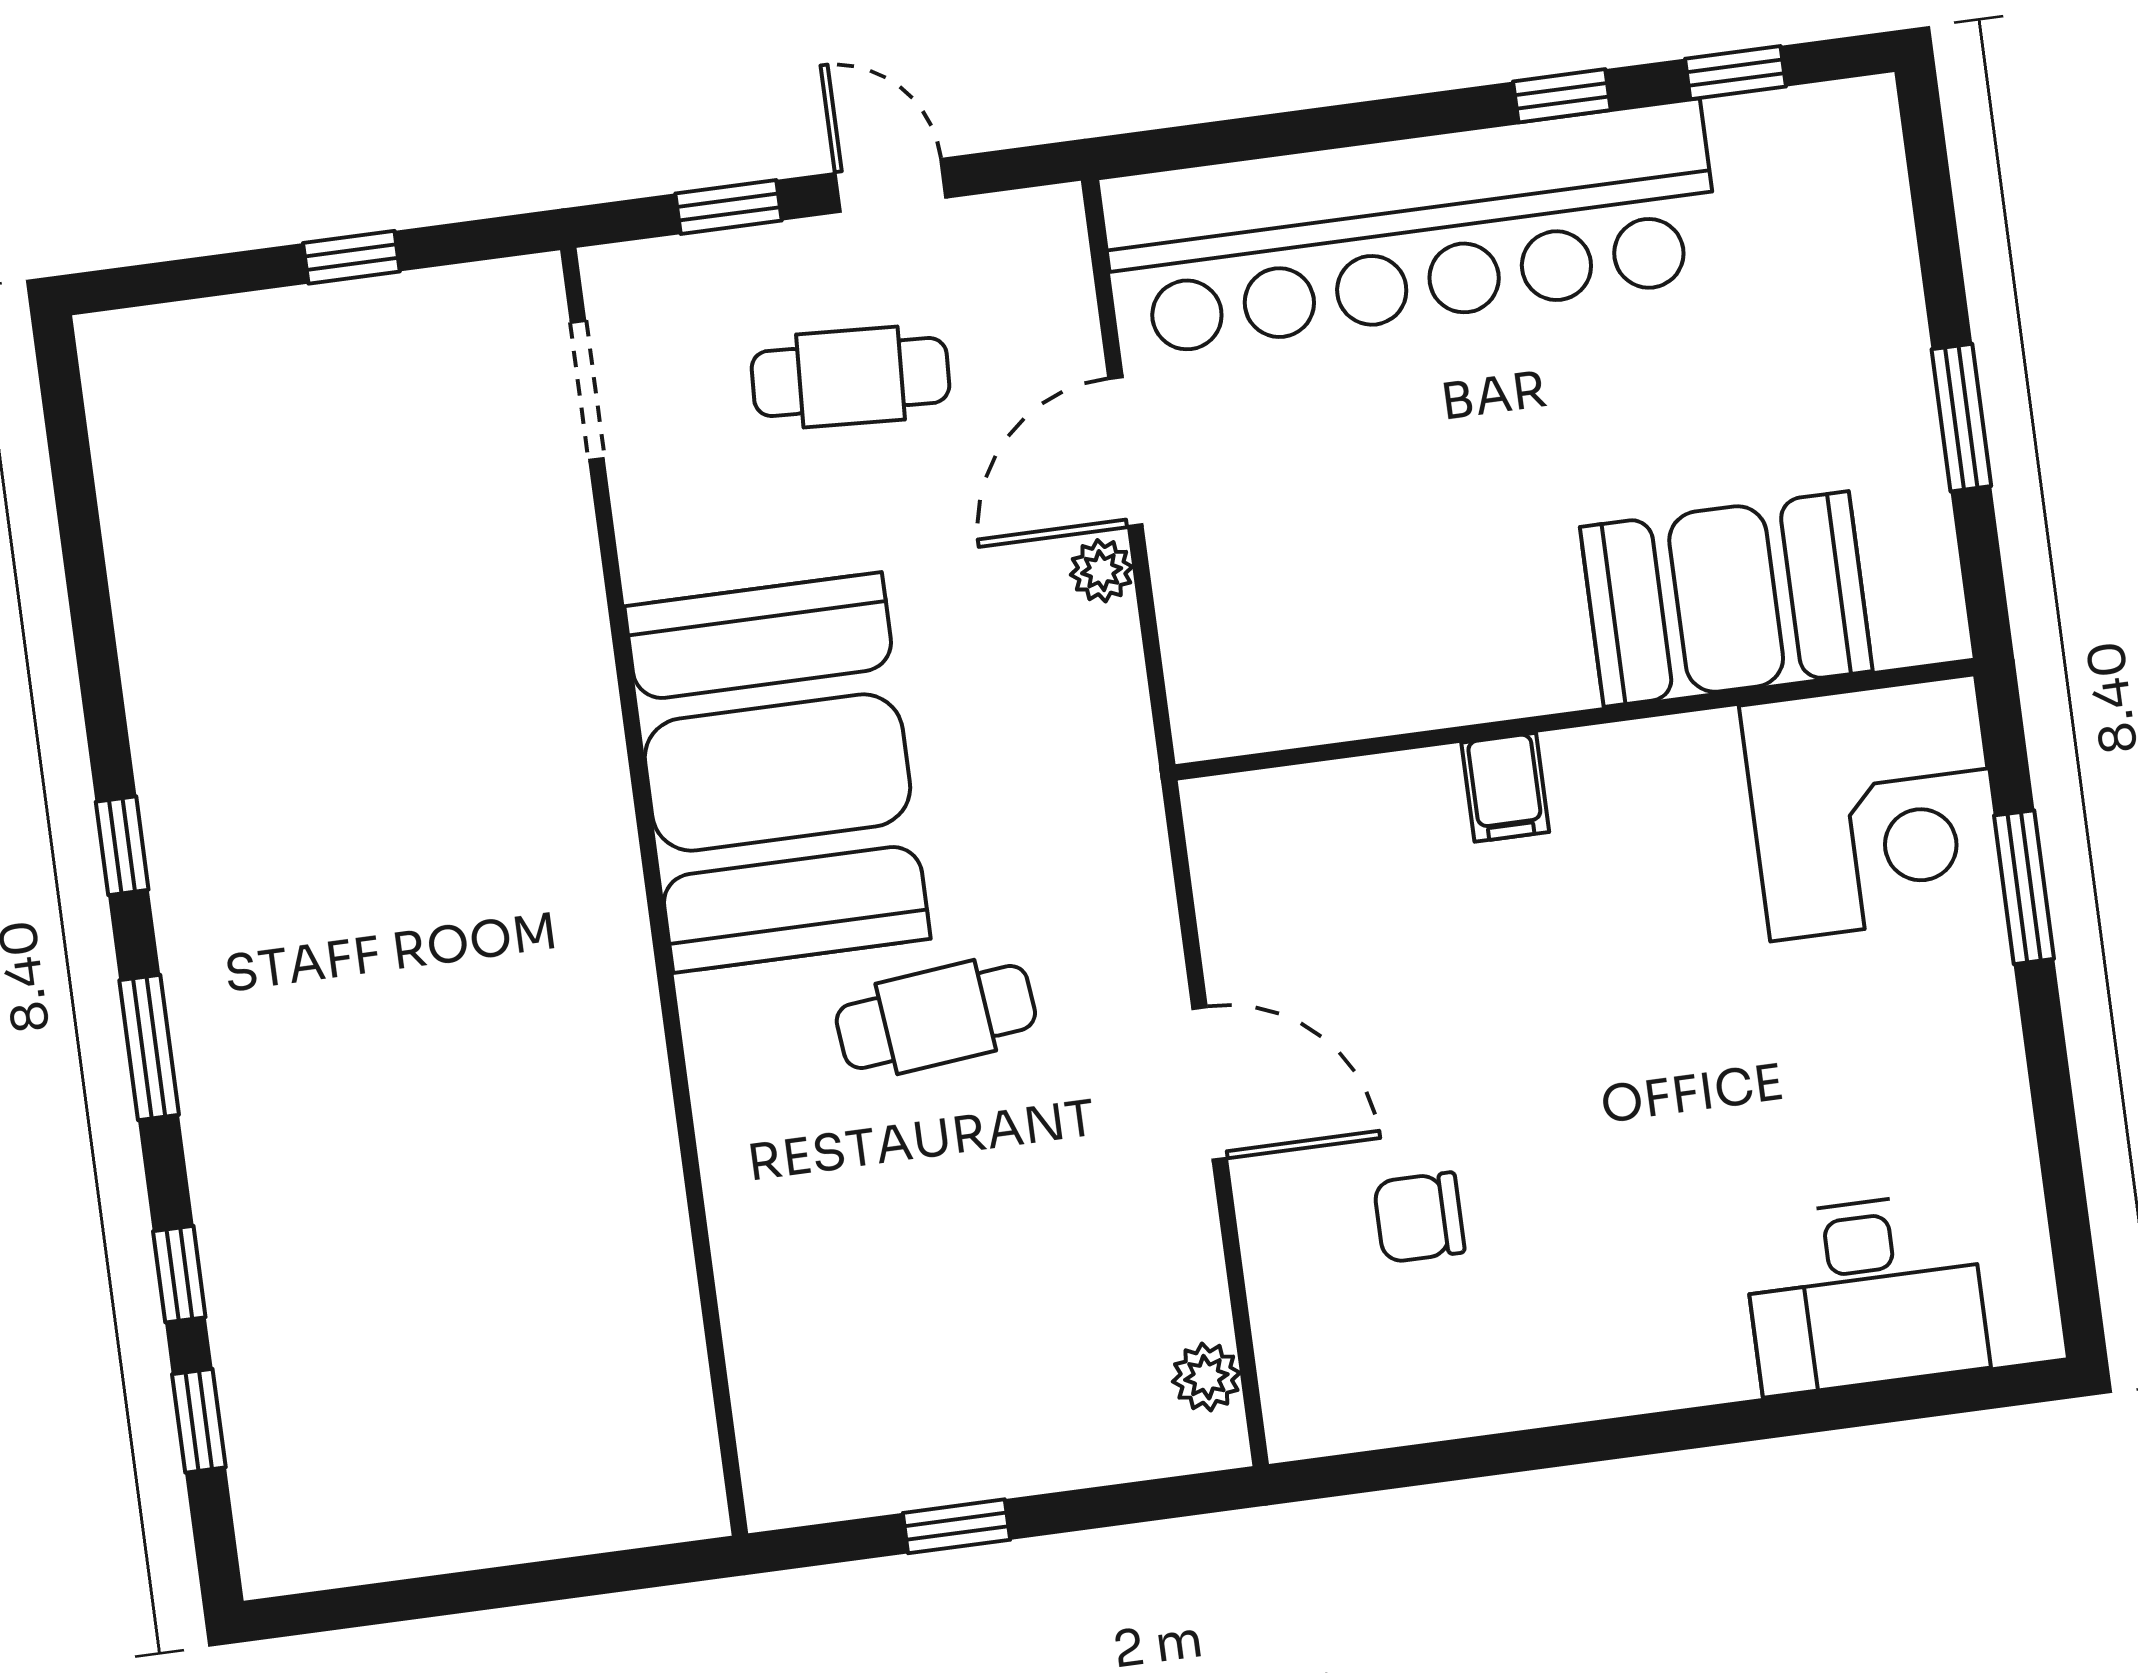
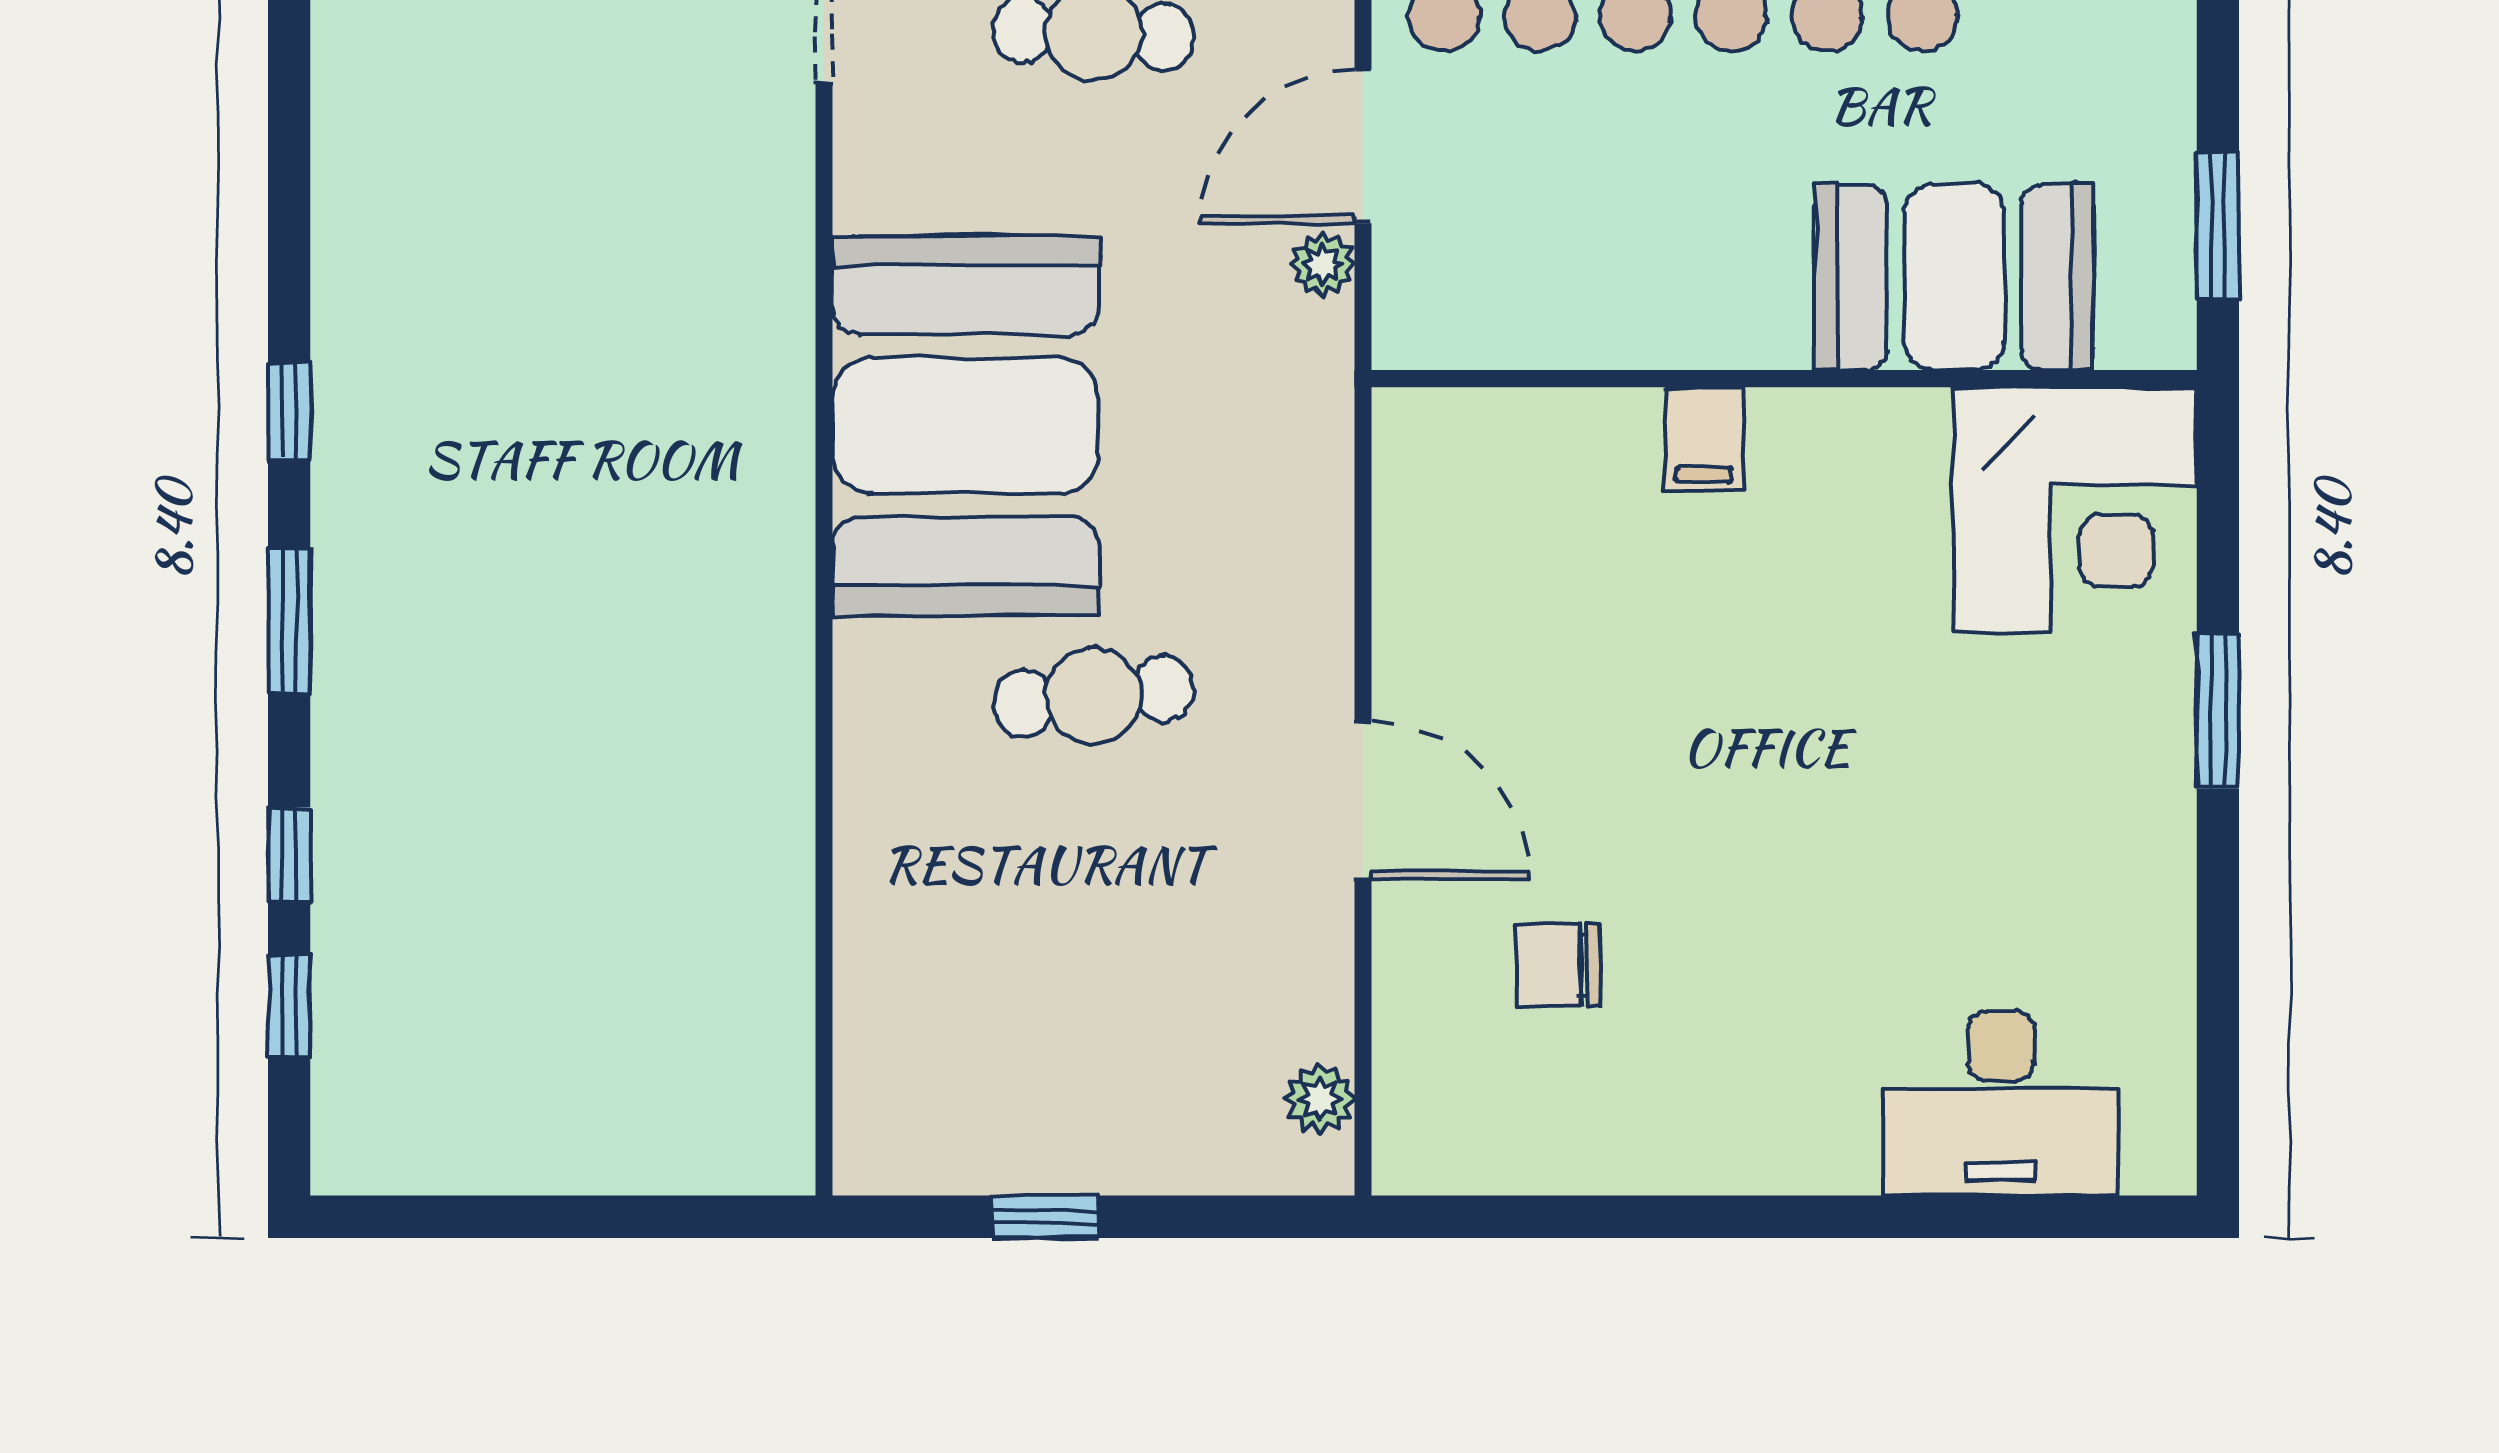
booth: (1726, 599) -> (1954, 277), moved
wall: (1575, 719) -> (1784, 379), moved
filing cabinet: (1505, 787) -> (1704, 438), moved
corner desk: (1873, 808) -> (2075, 509), moved

